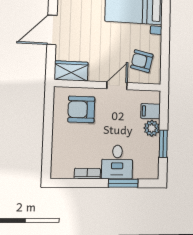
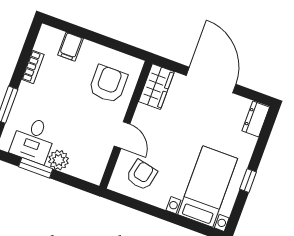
door: (52, 30) -> (211, 80), width x1.36
filing cabinet: (151, 111) -> (70, 47), moved, turned 180
desk: (117, 162) -> (33, 140), moved, turned -90

